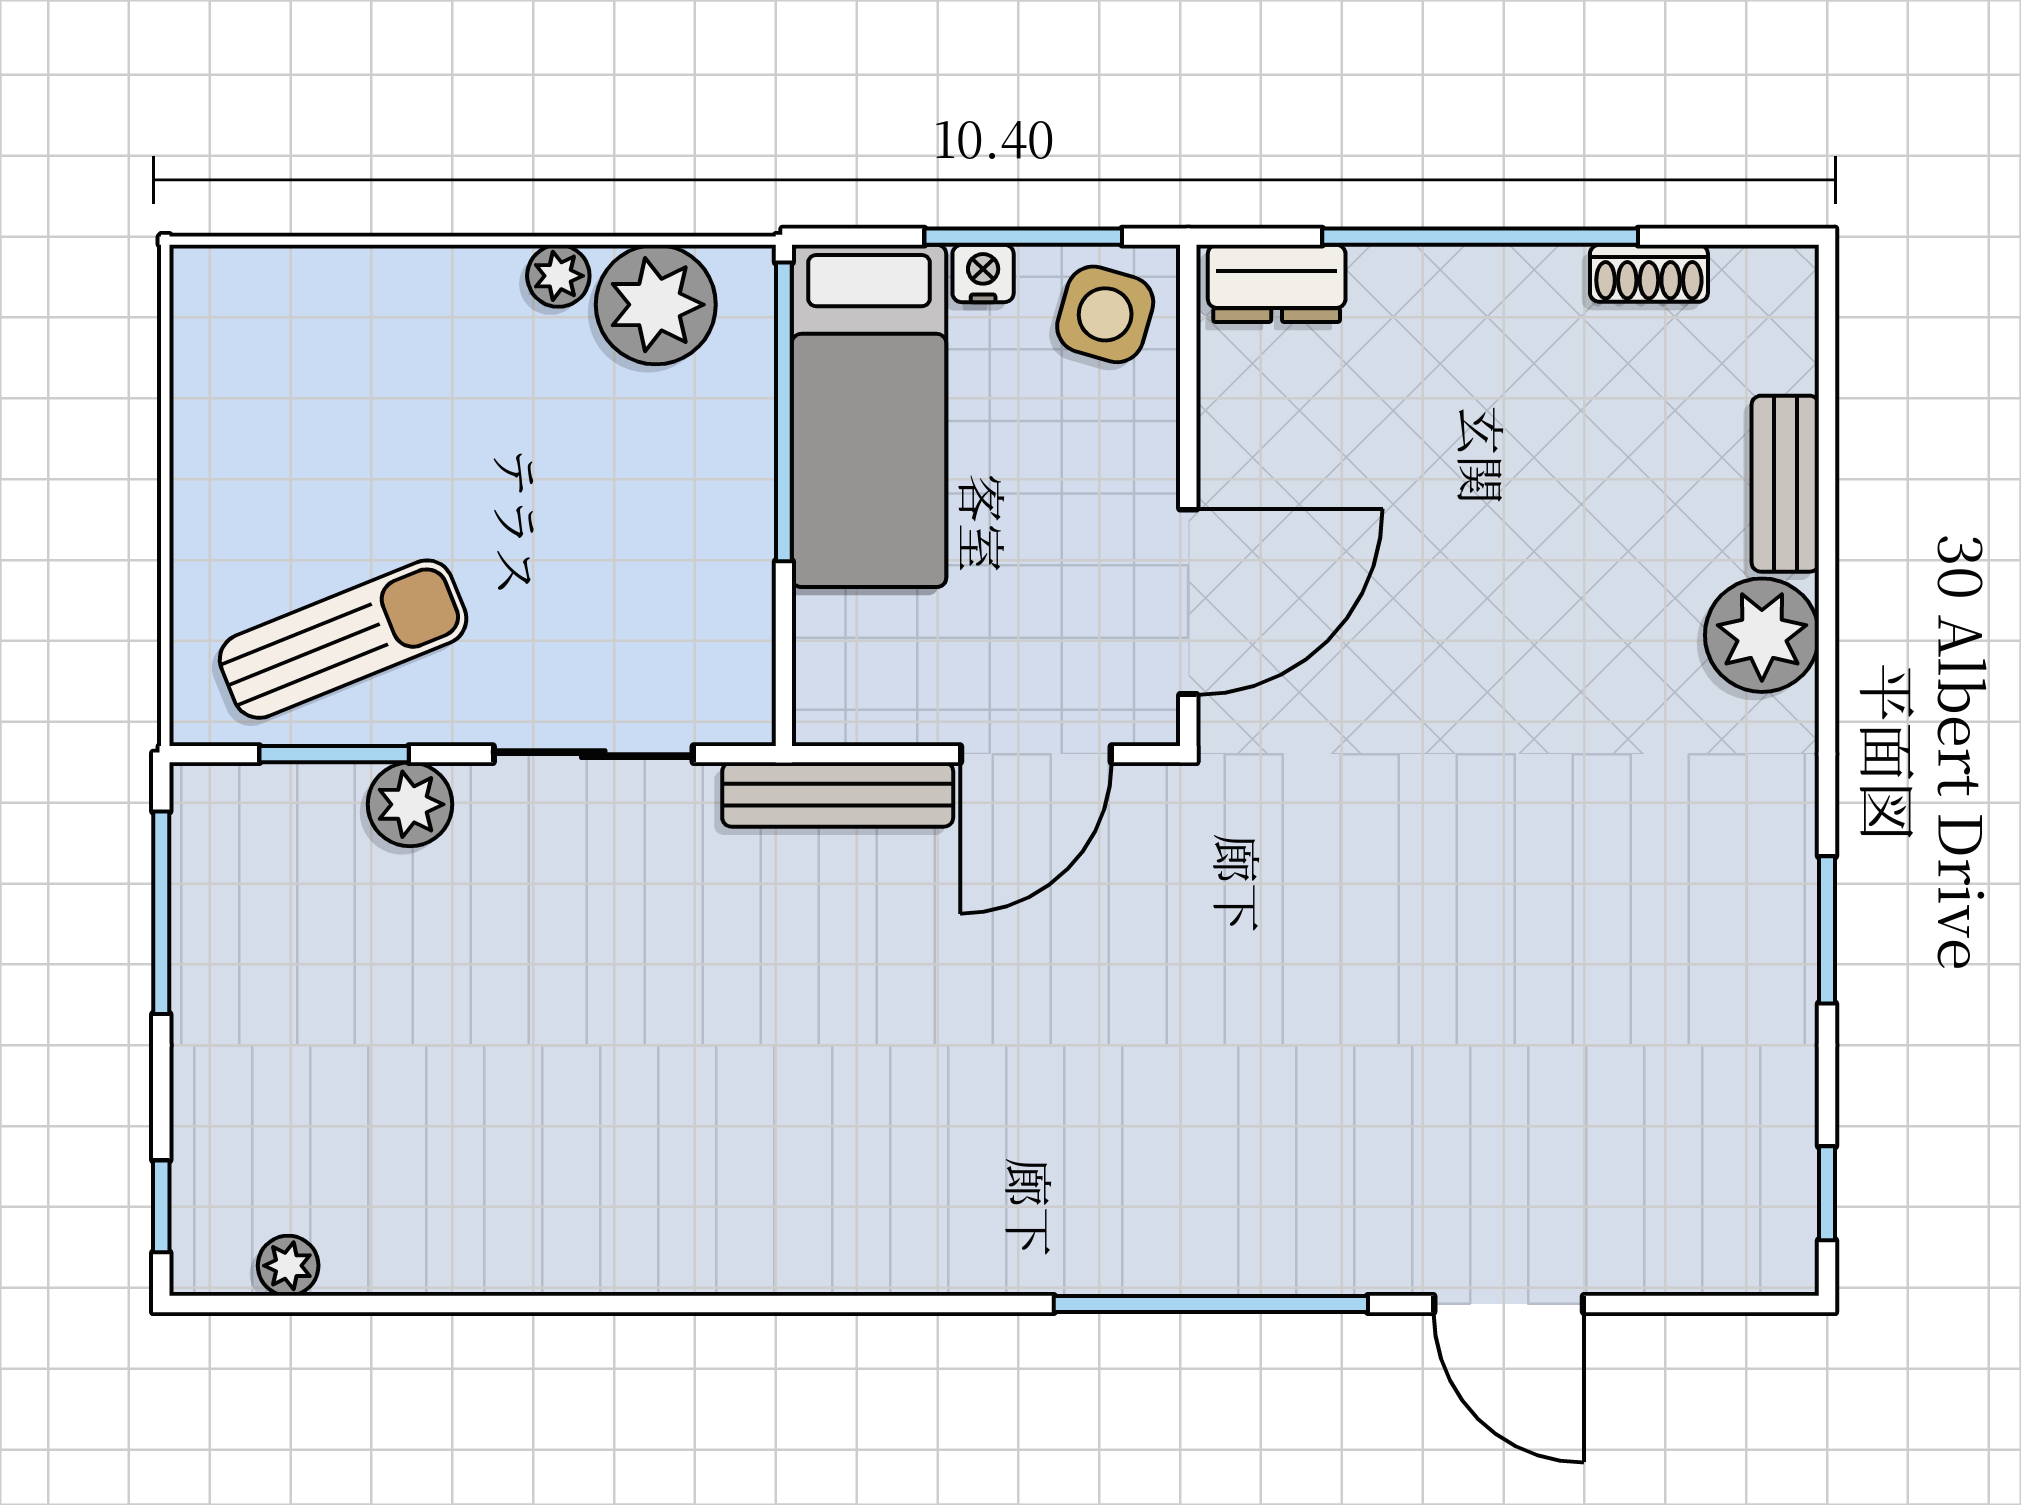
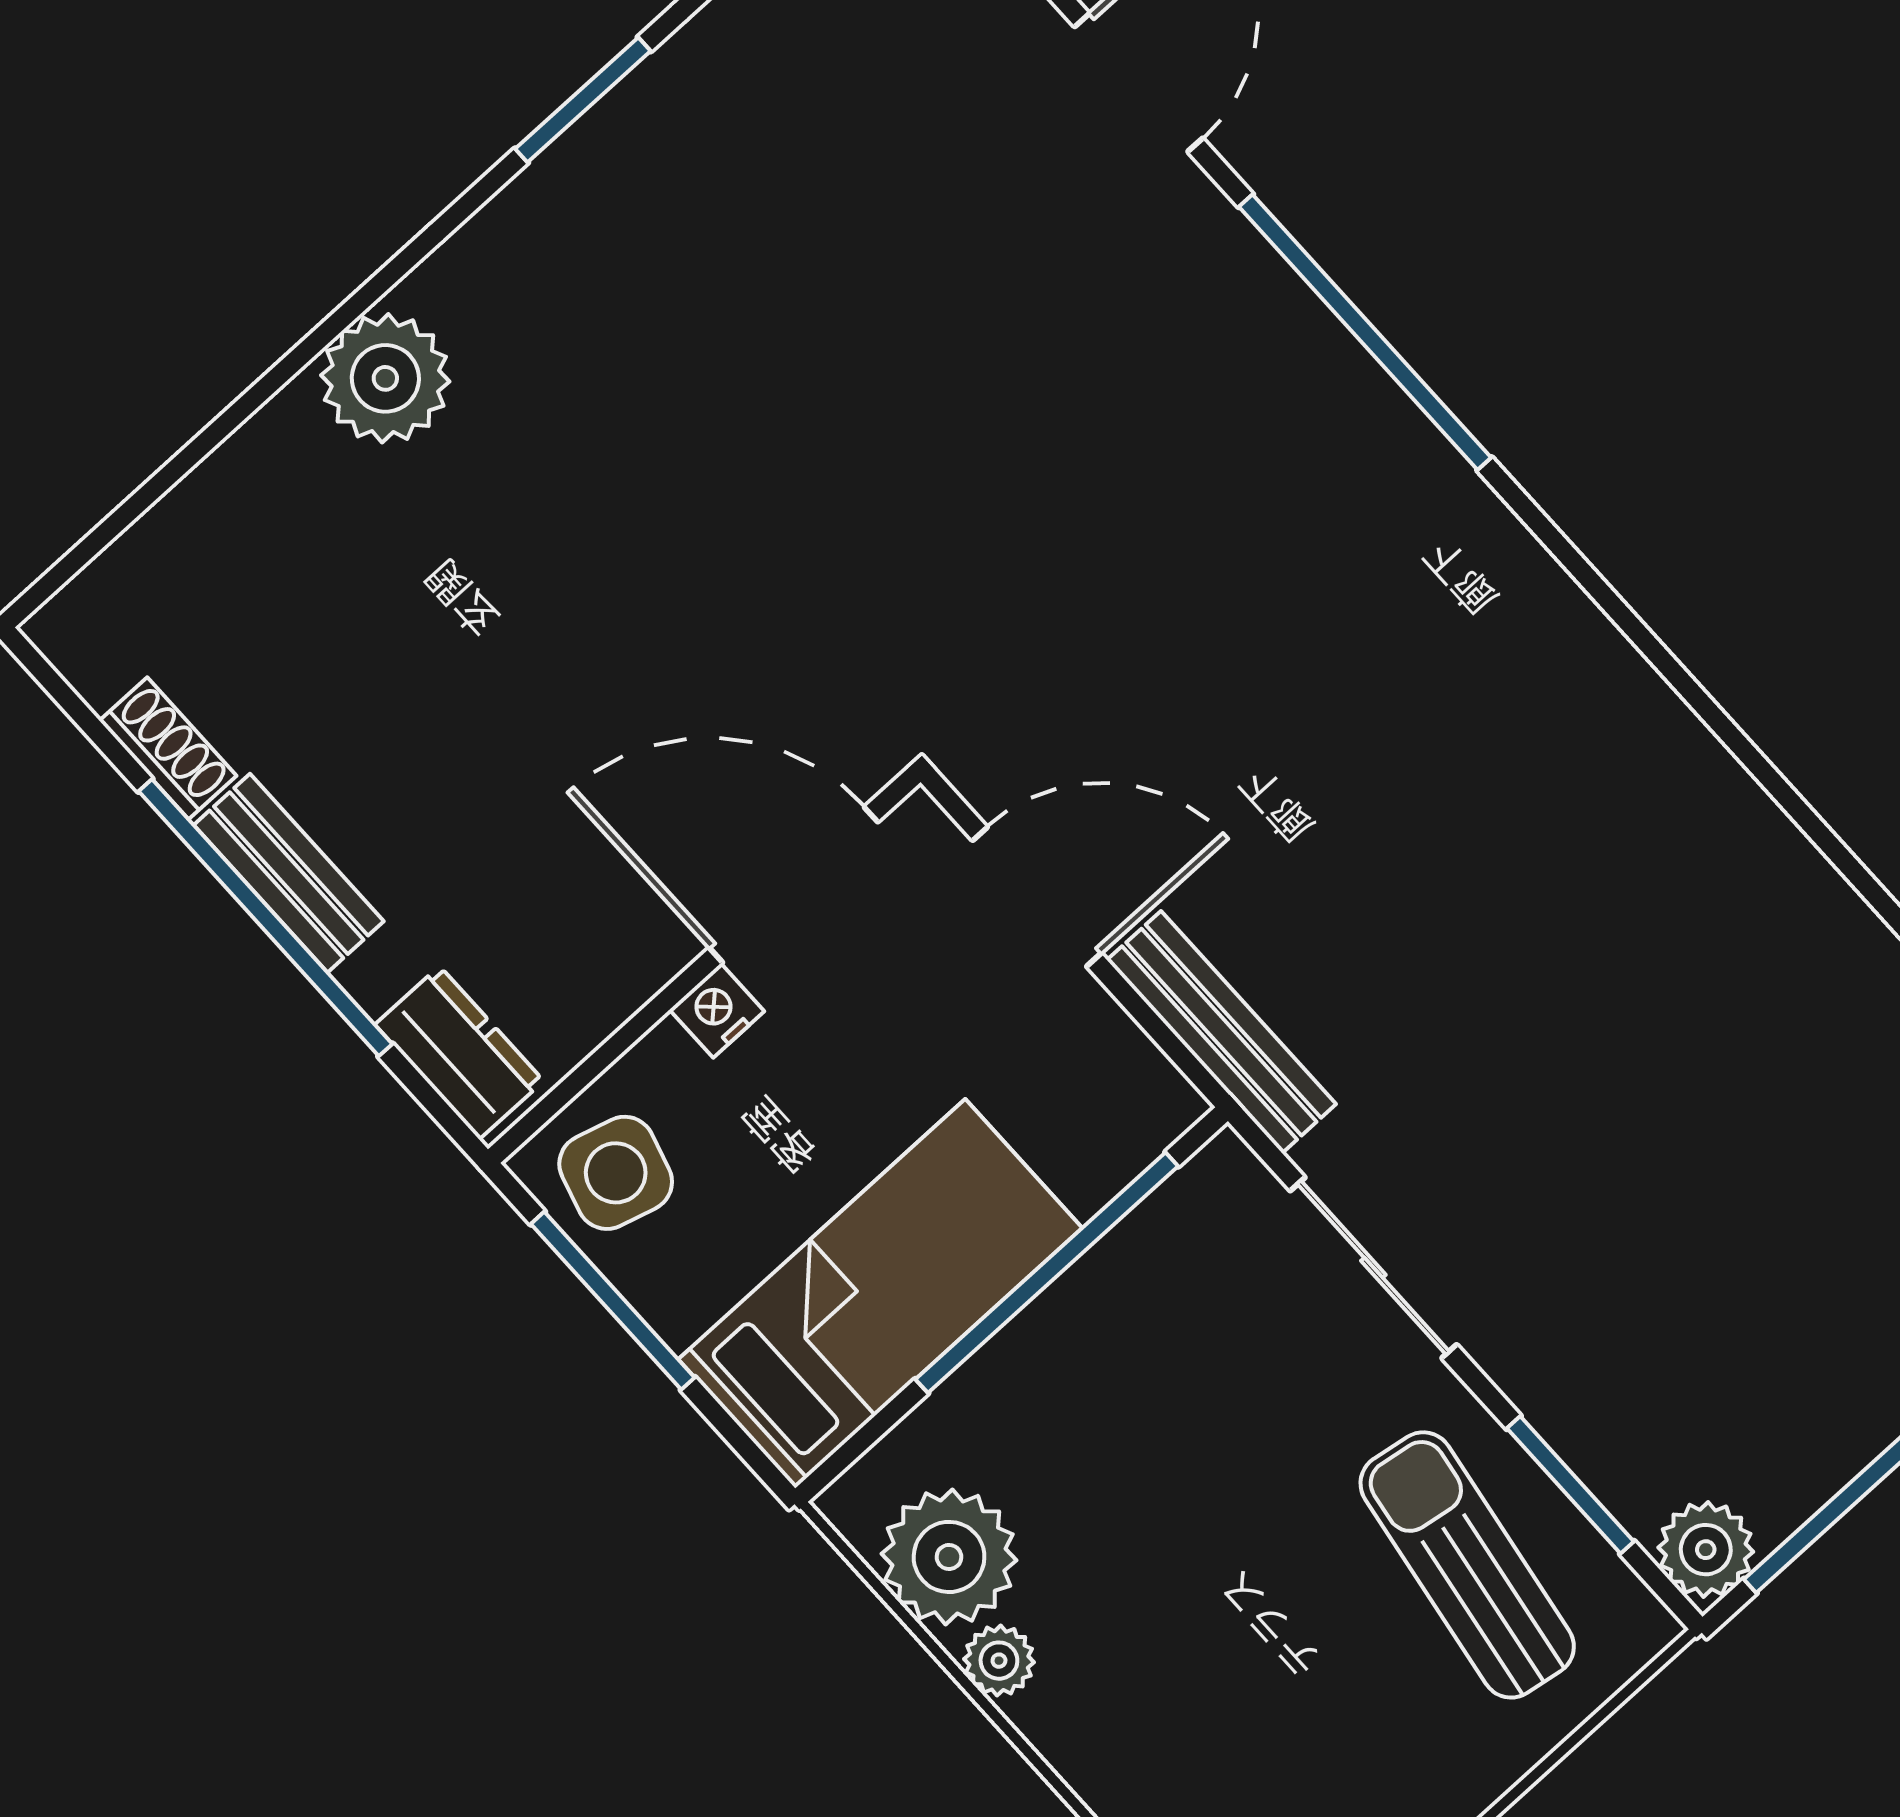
nightstand: (983, 274) -> (717, 1011), moved, turned 90
window: (784, 412) -> (1047, 1273), moved
bench: (1785, 484) -> (289, 873), moved, turned 90
sun lounger: (343, 639) -> (1467, 1565), turned 31
plant: (410, 804) -> (1706, 1550), moved

